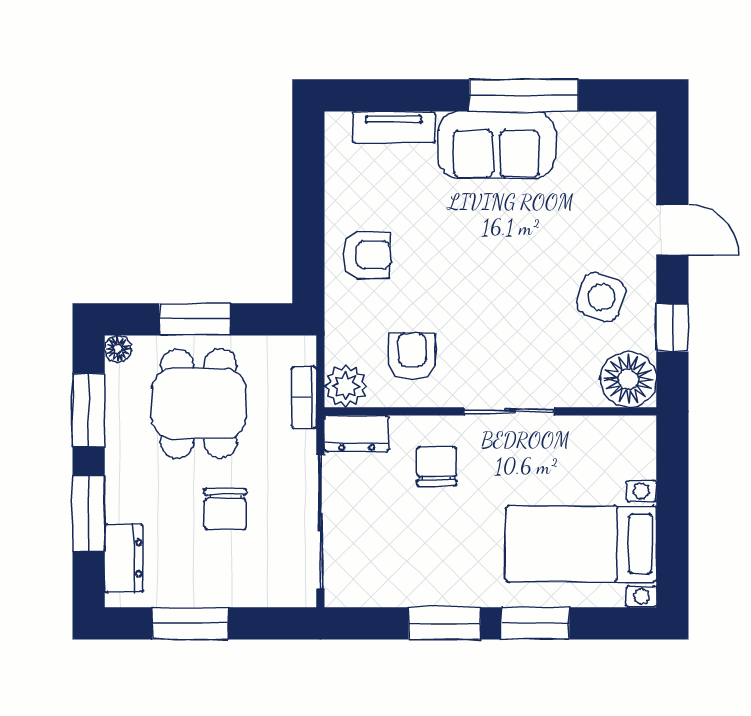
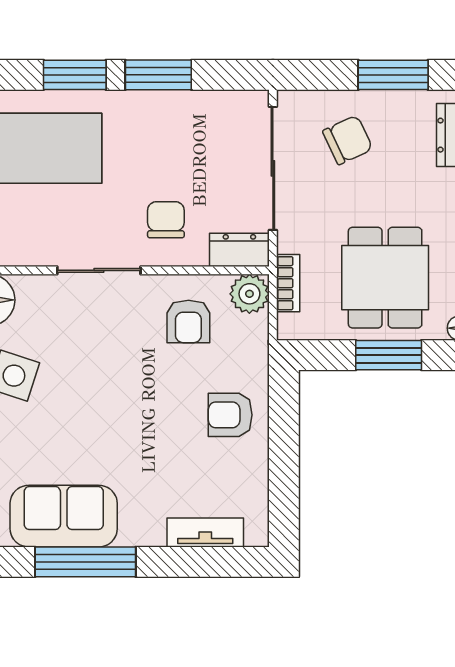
sofa: (496, 145) -> (64, 516), moved
chair: (436, 466) -> (166, 220), turned 180
chair: (225, 509) -> (348, 140), moved, turned 65

